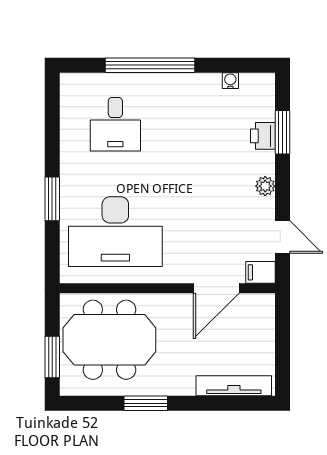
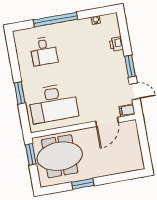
window: (283, 132) -> (130, 66), moved
plant: (265, 186) -> (122, 68), removed
window: (52, 357) -> (31, 154), moved
tv unit: (234, 386) -> (124, 168), removed

